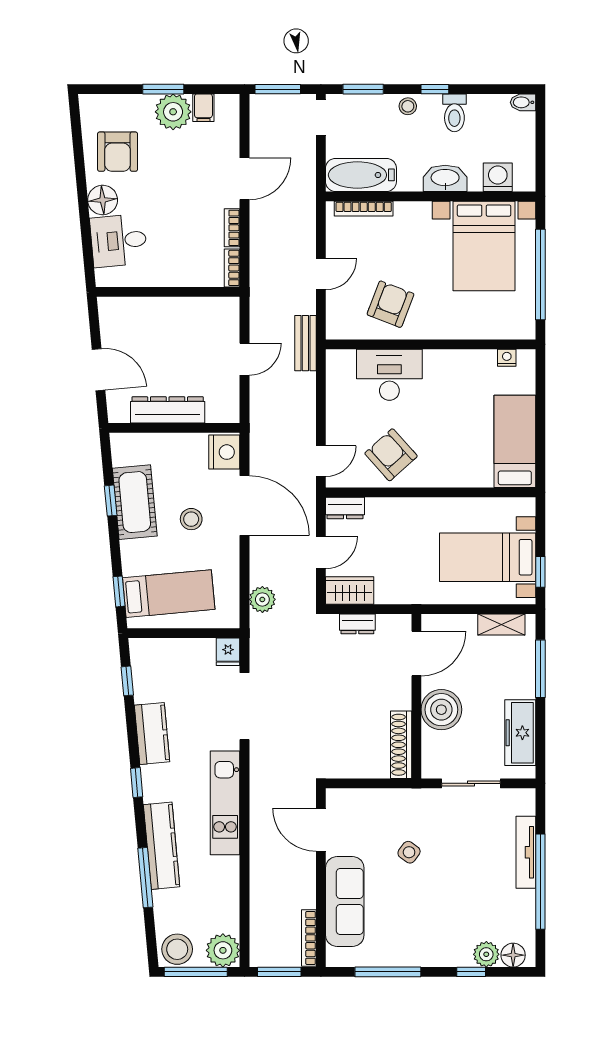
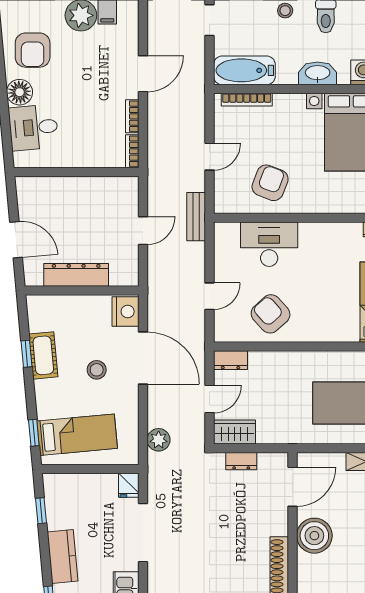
door: (321, 461) -> (209, 296), moved
cot: (135, 502) -> (43, 355), width x0.73, depth x0.75

